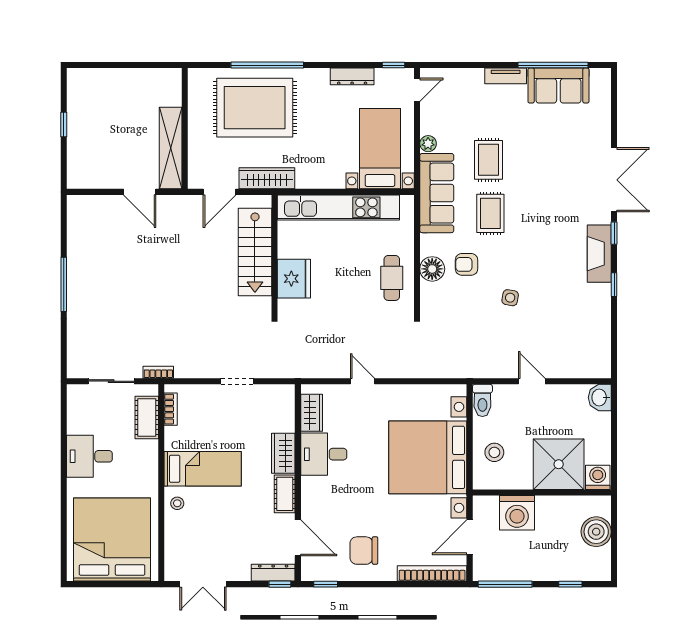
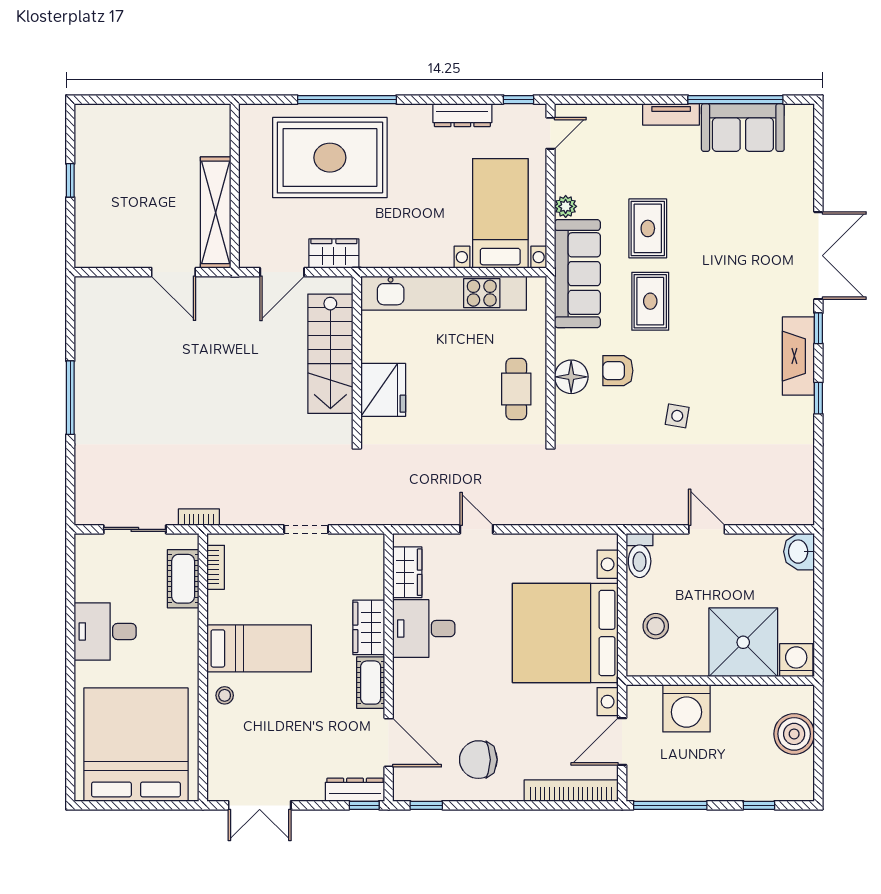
wardrobe: (267, 178) -> (334, 254), width x0.67

